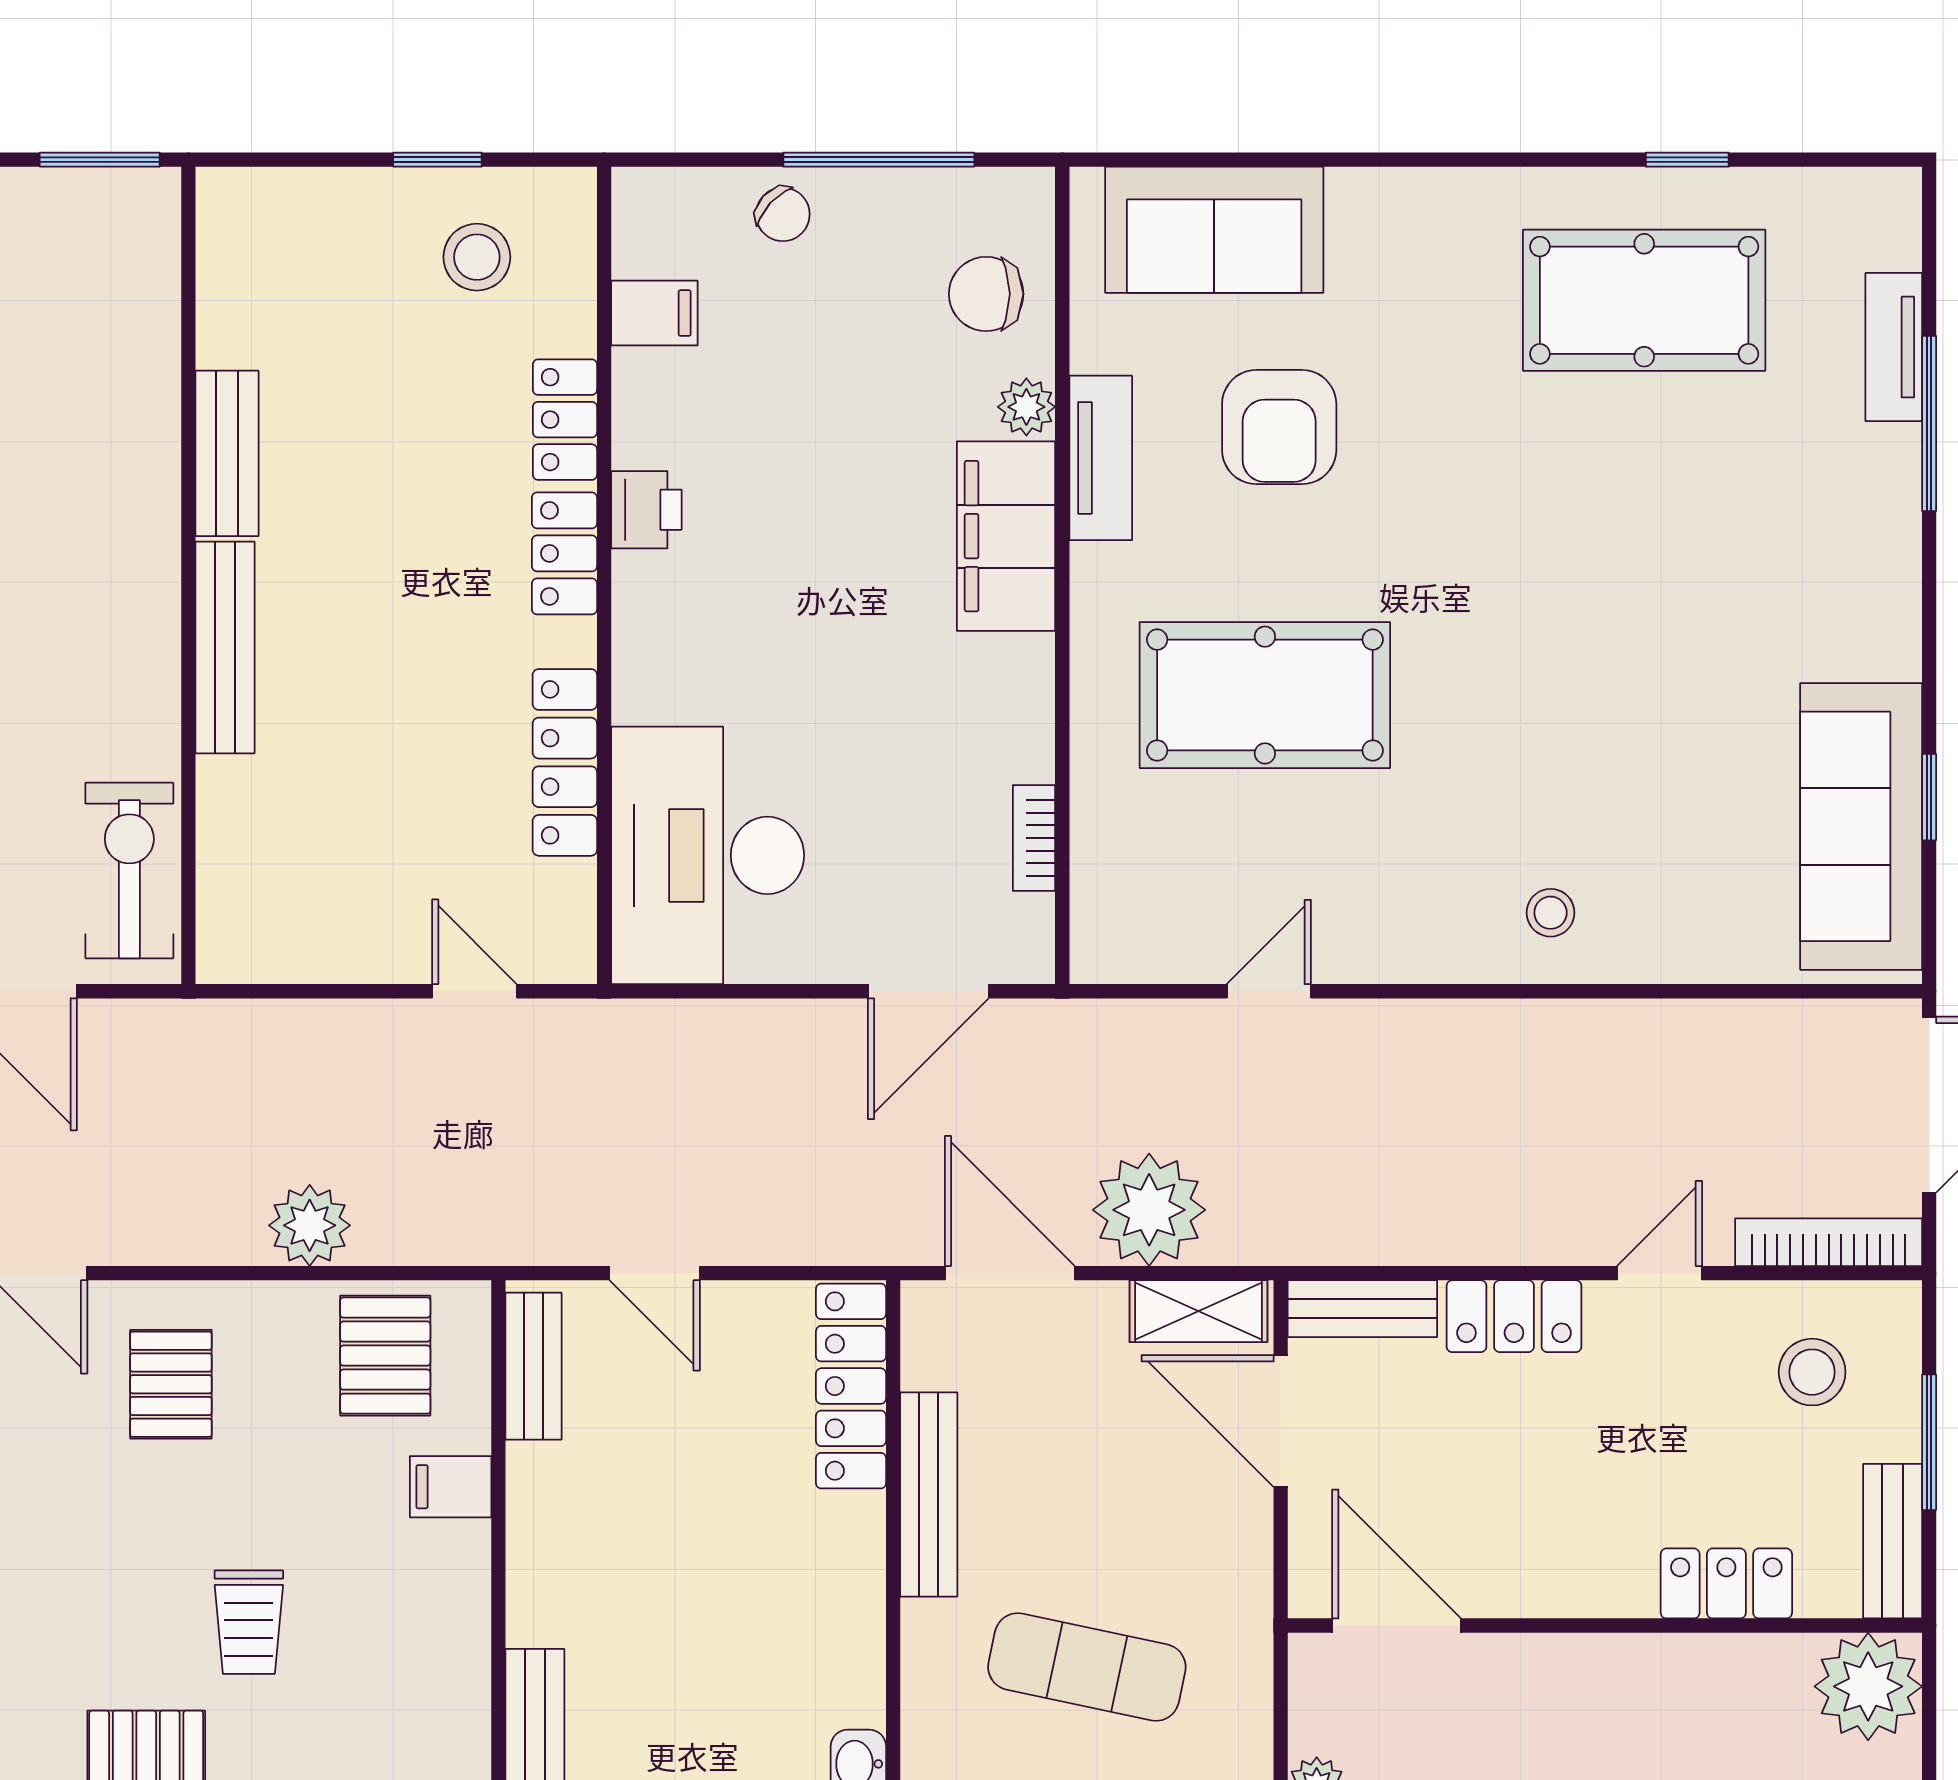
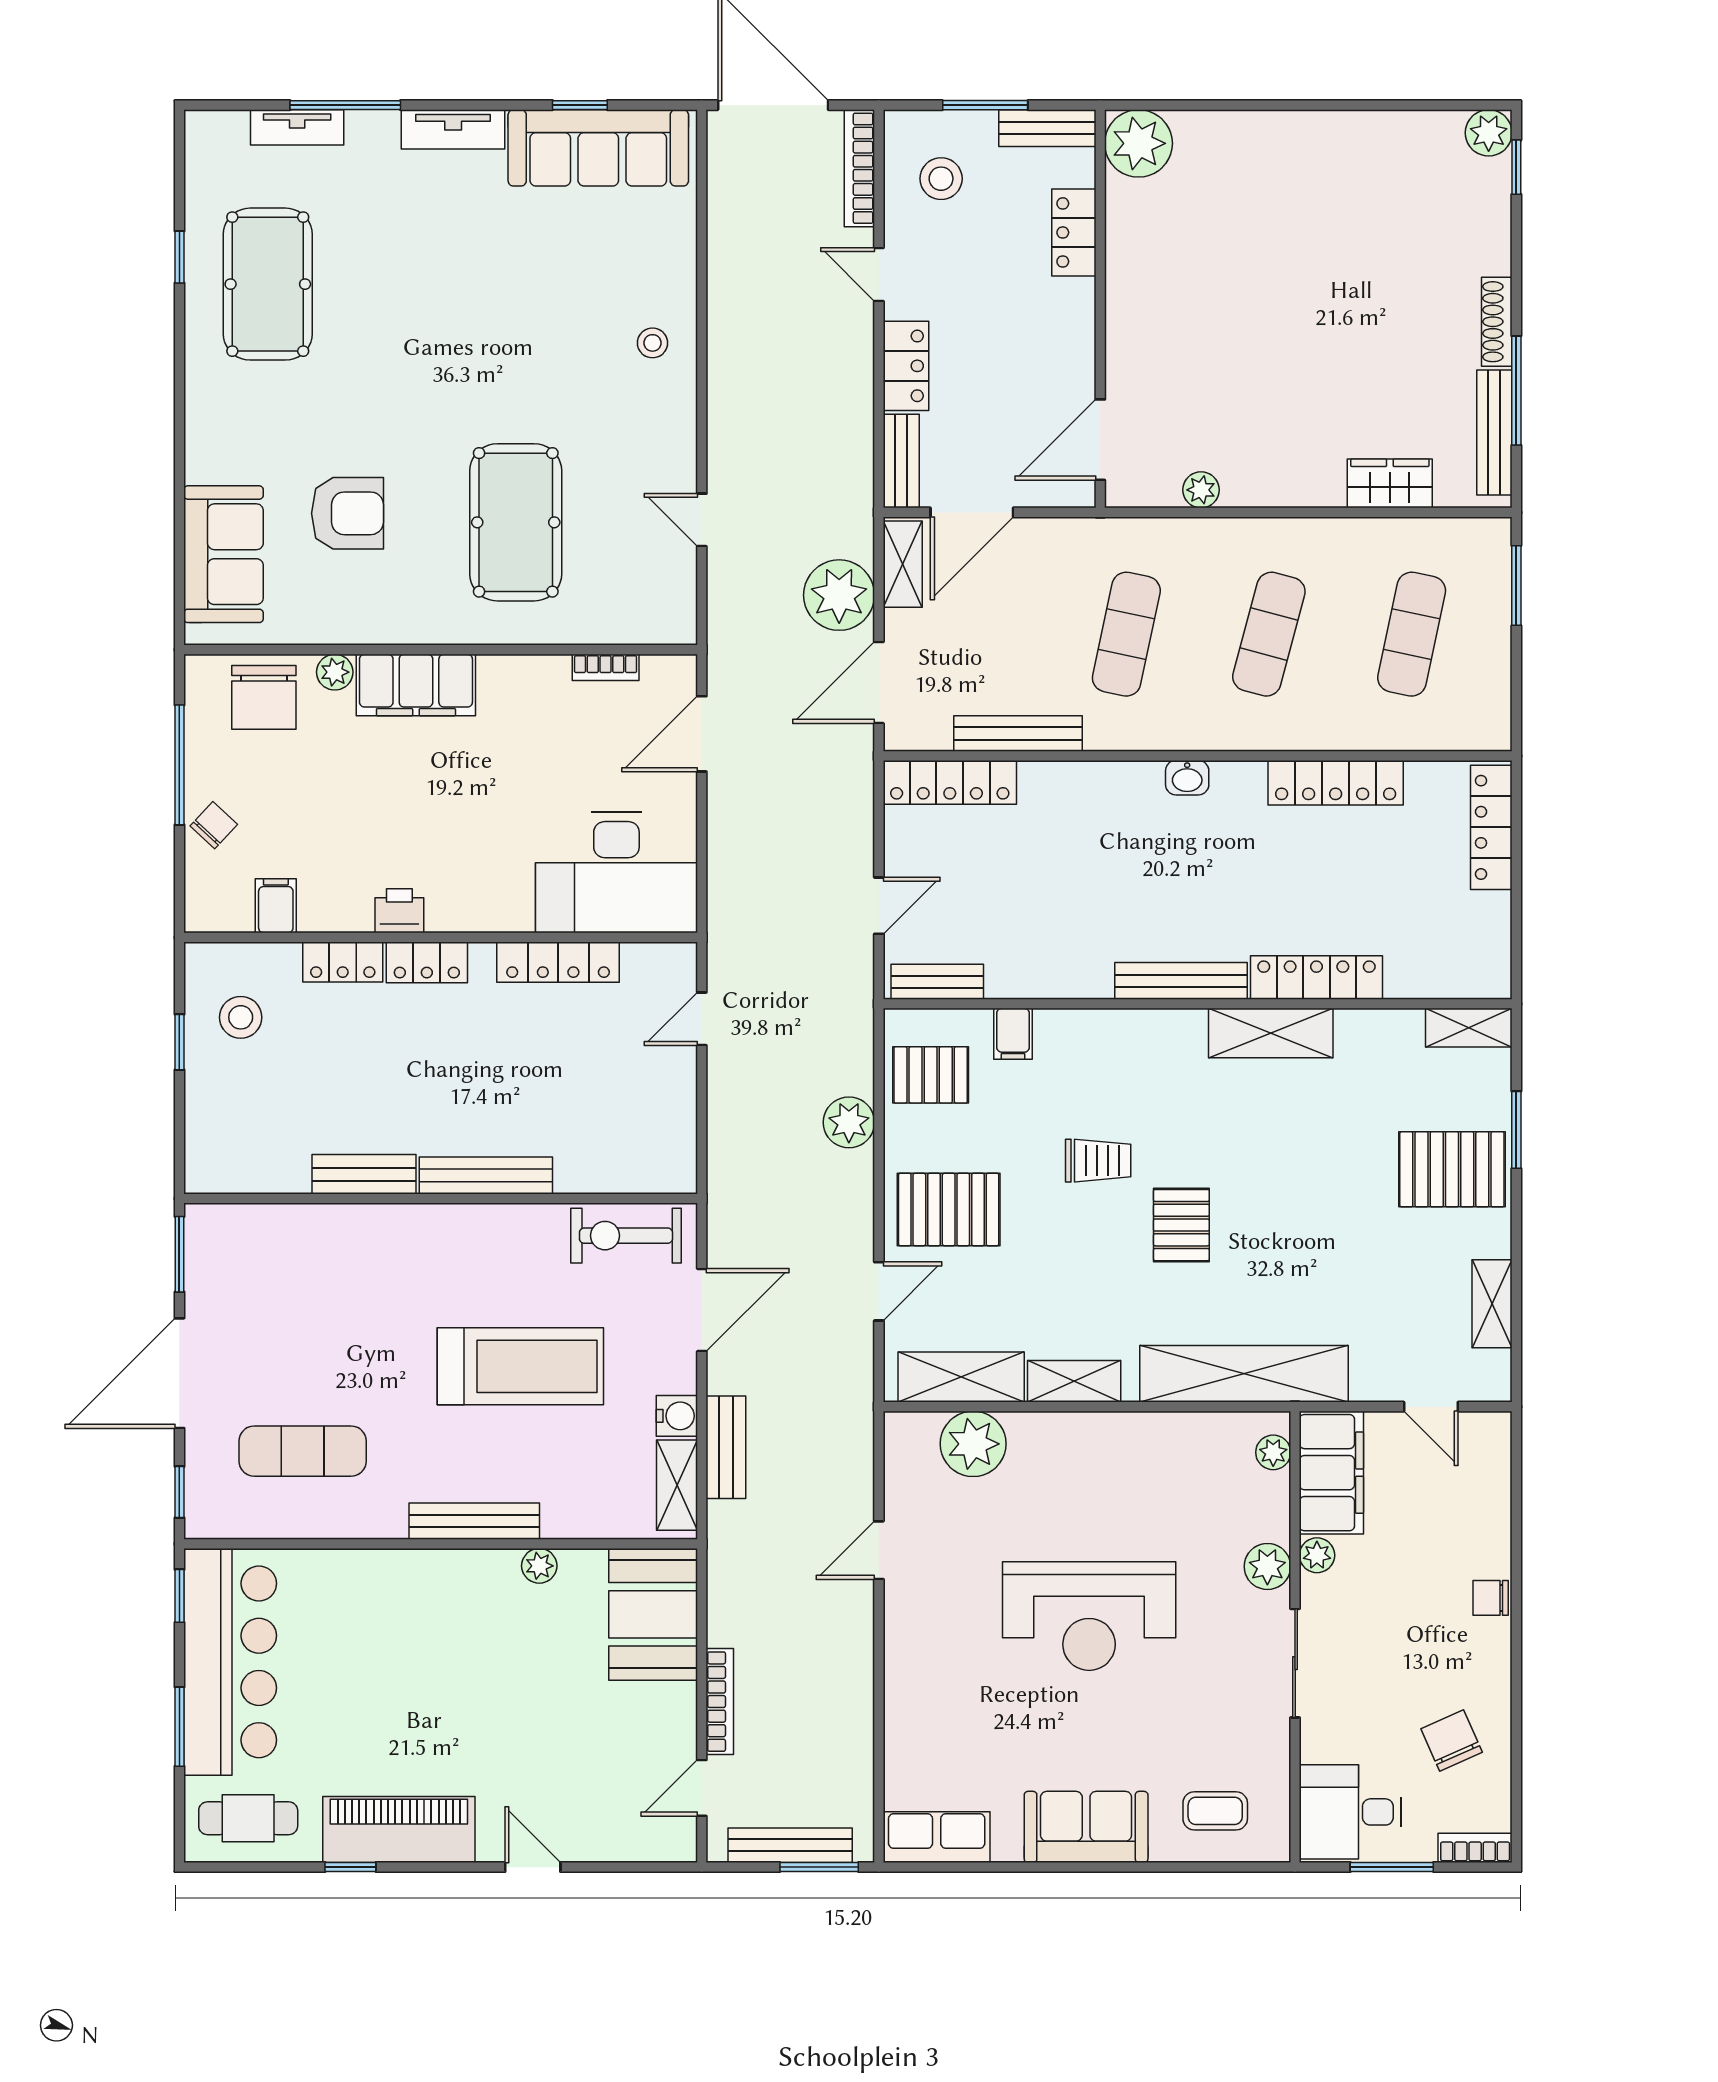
chair: (986, 294) -> (264, 697), width x1.37, depth x1.37
tv unit: (1101, 458) -> (453, 129), moved, turned 180
door: (928, 991) -> (702, 734), swing flipped
pallet: (171, 1384) -> (949, 1209), width x1.50, depth x1.42

